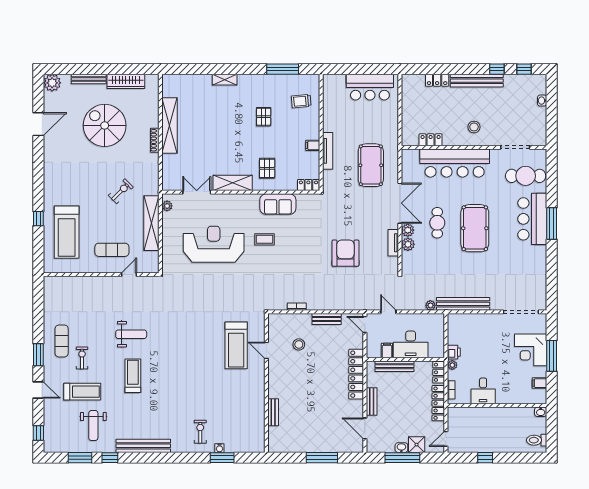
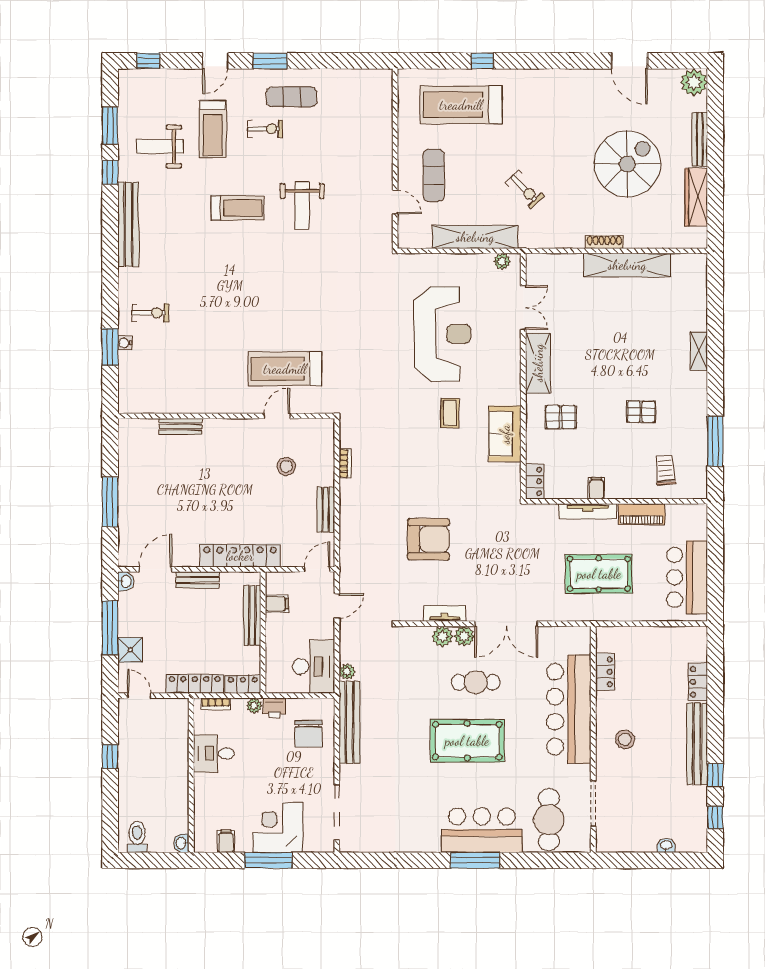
piano: (329, 116) -> (642, 514), added
pool table: (371, 165) -> (599, 574), moved
chair: (470, 330) -> (309, 734), added
desk: (411, 344) -> (314, 667), moved, turned 180
washbasin: (401, 448) -> (126, 581), moved

